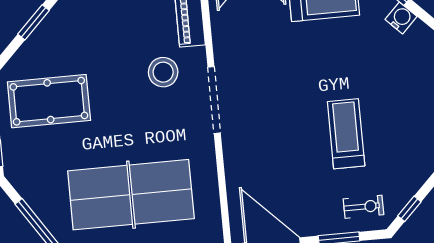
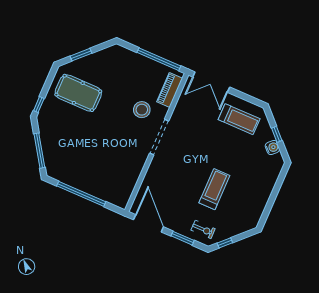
window: (34, 22) -> (81, 55), moved
table tennis table: (131, 195) -> (93, 161), removed

